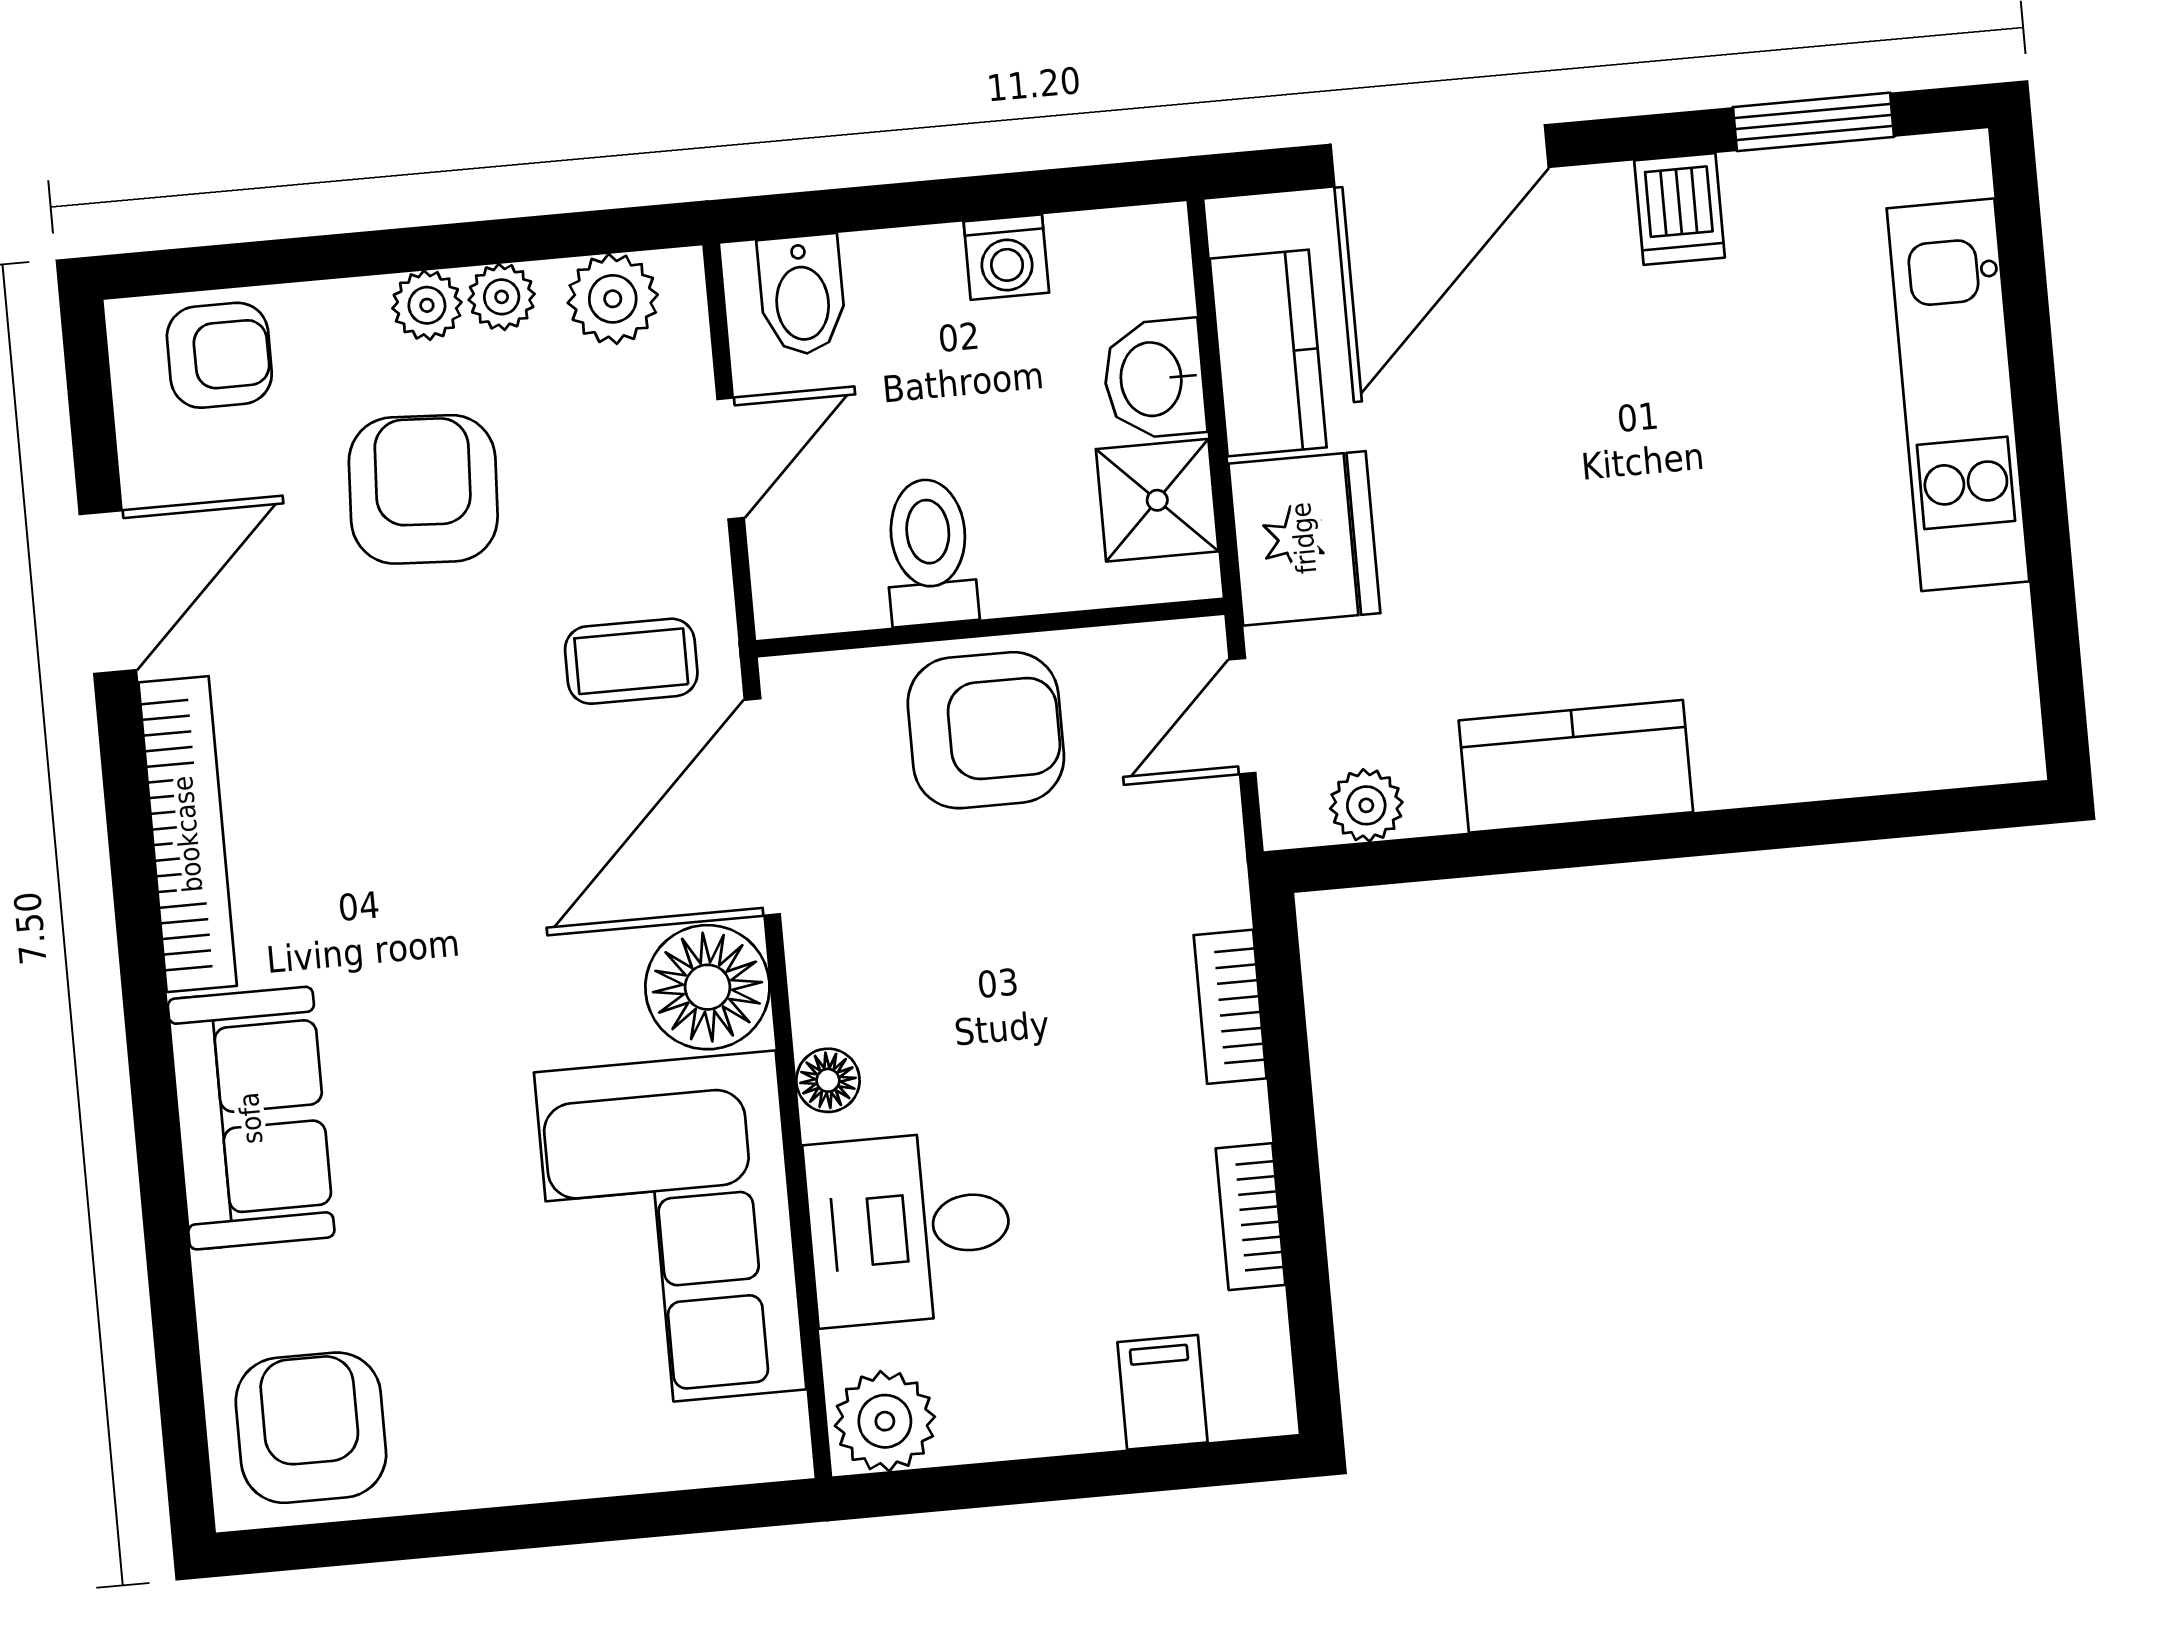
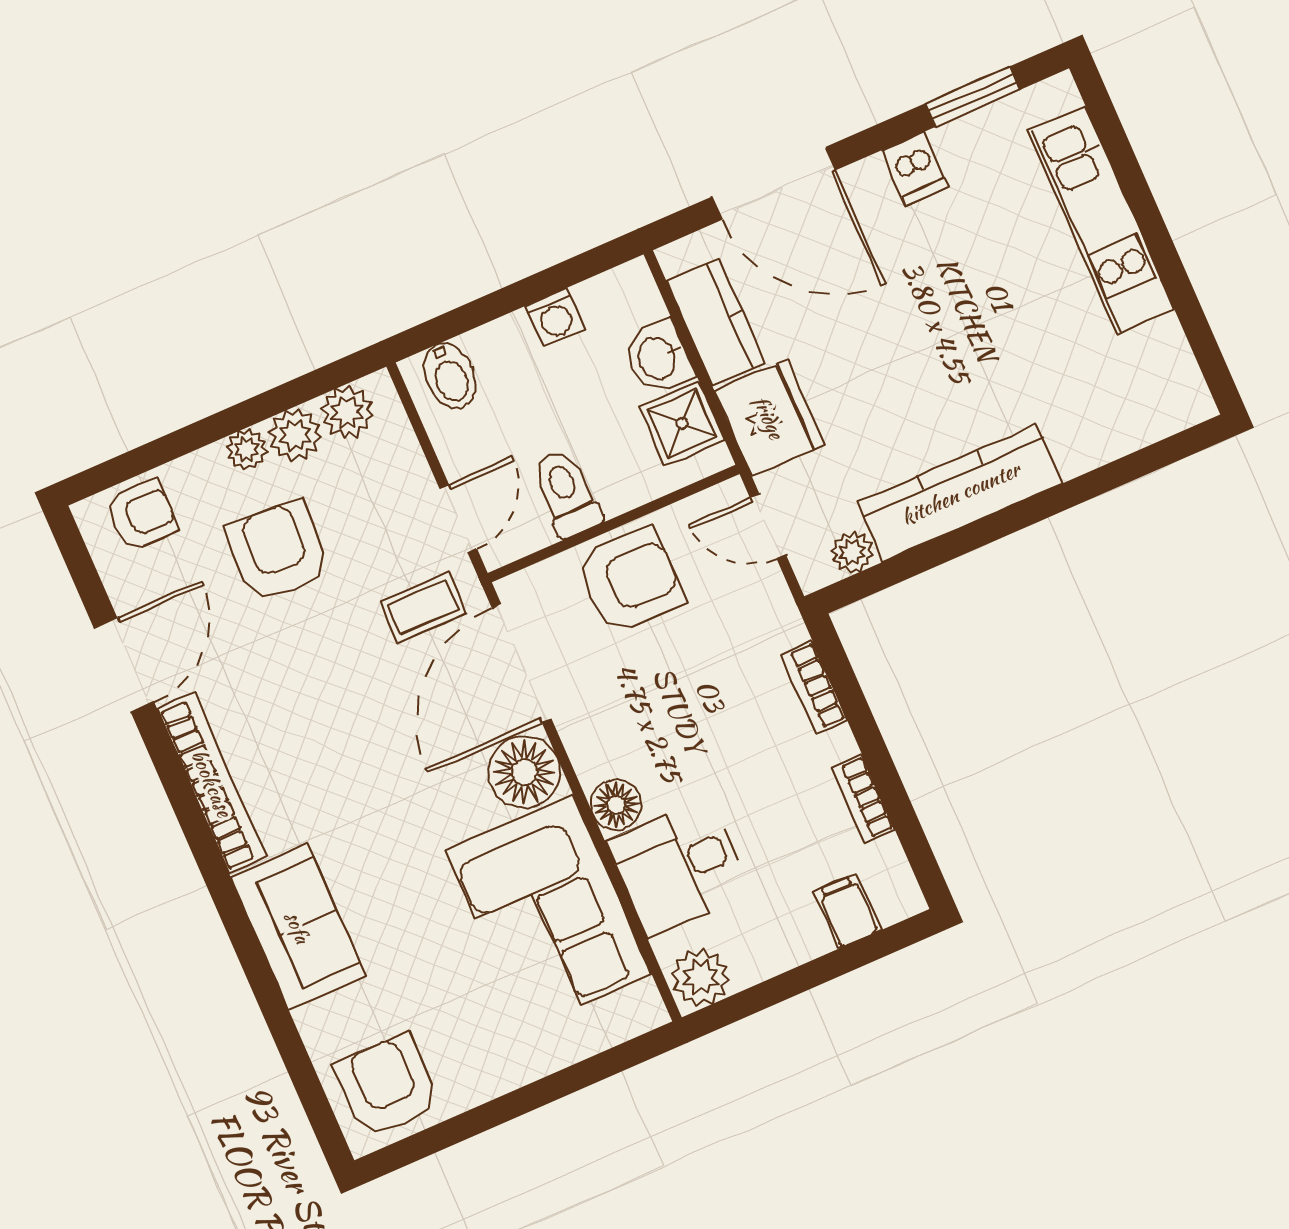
door: (1440, 156) -> (774, 183), hinge flipped
plant: (502, 297) -> (295, 435), width x1.38, depth x1.38
door: (731, 458) -> (458, 519), moved
door: (1242, 716) -> (768, 526), hinge flipped
kitchen counter: (1576, 766) -> (960, 493), width x1.50
floor lamp: (828, 1080) -> (616, 805), width x1.37, depth x1.37

